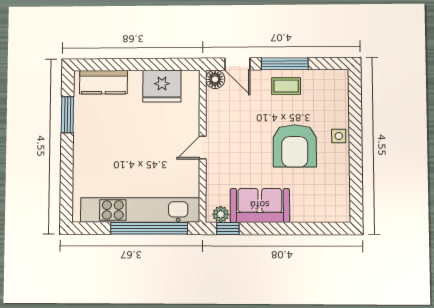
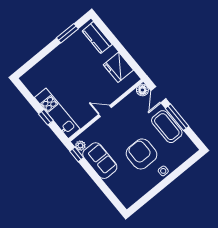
coffee table: (286, 86) -> (167, 127), width x1.86, depth x1.72
armchair: (295, 146) -> (142, 154), turned 90
kitchen unit: (140, 210) -> (57, 113), width x0.73
window: (149, 228) -> (46, 117), width x0.32

